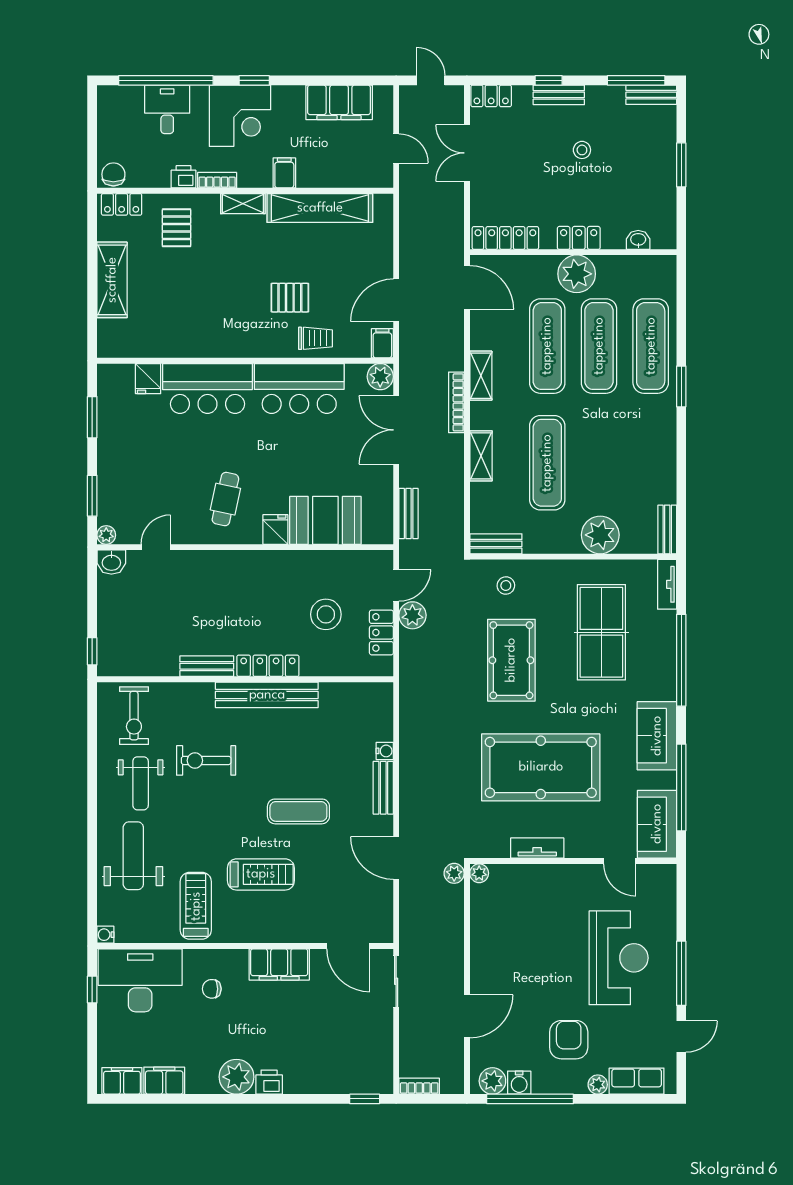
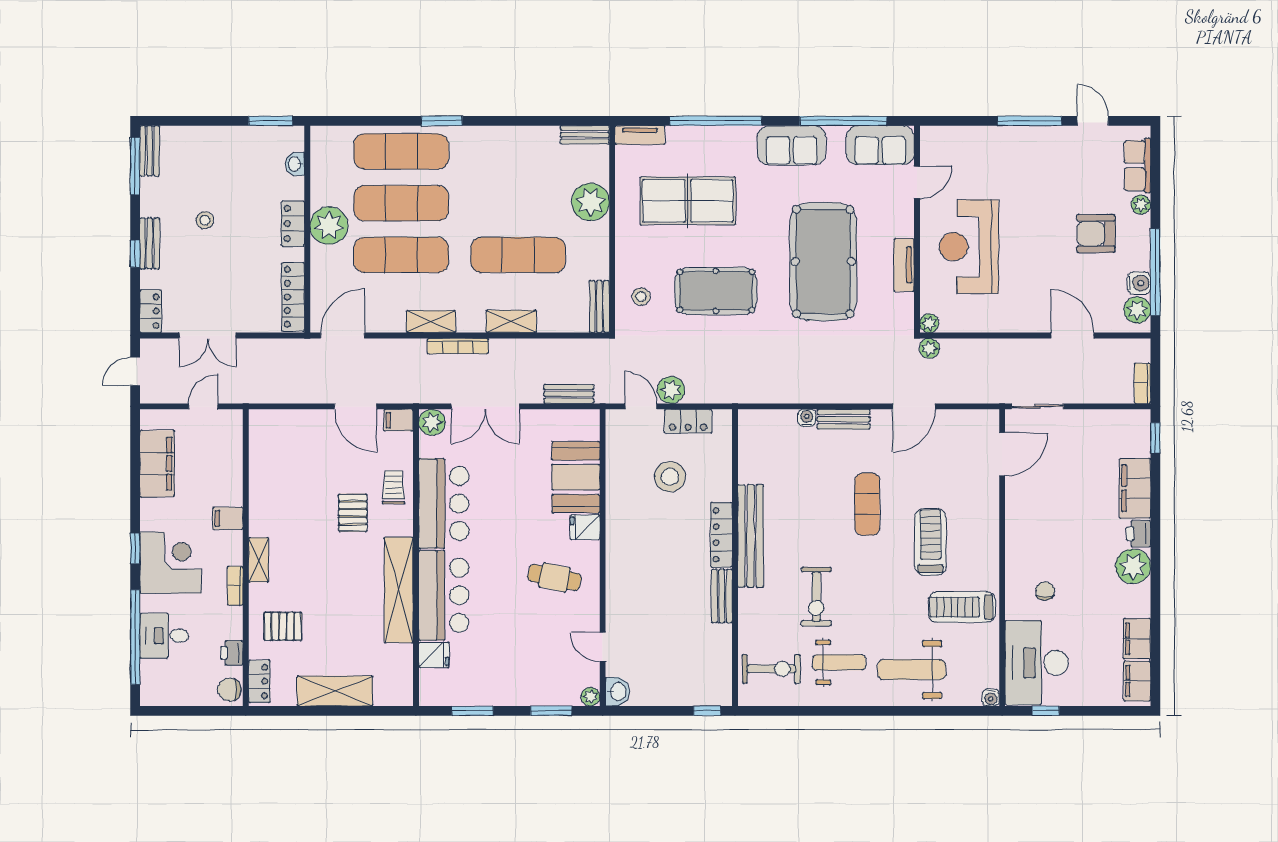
window: (681, 165) -> (271, 121), moved
printer: (184, 177) -> (232, 653), moved
shelving: (320, 208) -> (399, 590), moved
reception desk: (619, 958) -> (969, 247), moved, turned -90
filing cabinet: (279, 964) -> (1135, 488), moved, turned 180
chair: (212, 989) -> (1045, 591), turned 180

